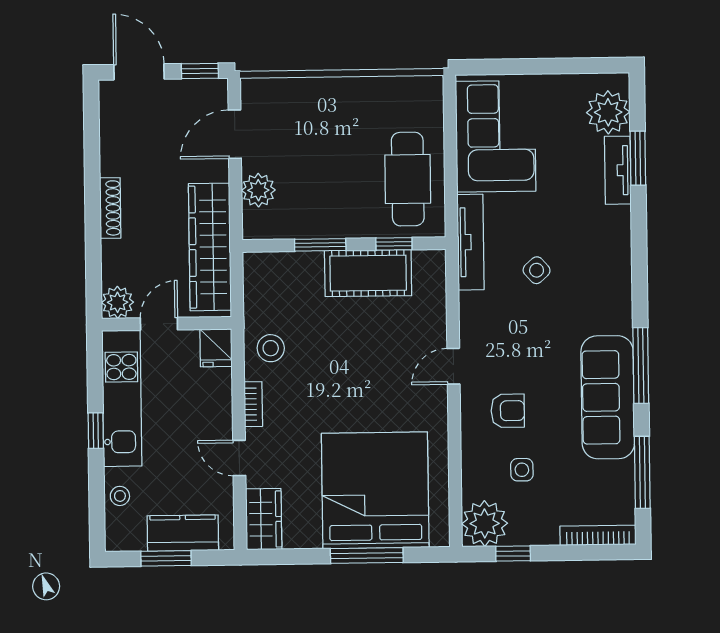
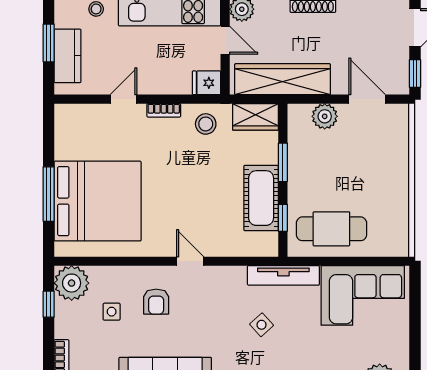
wardrobe: (264, 519) -> (255, 117), moved

